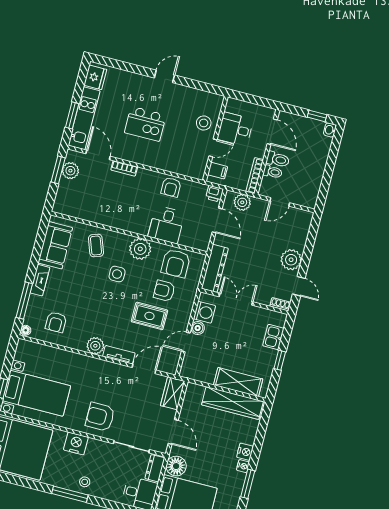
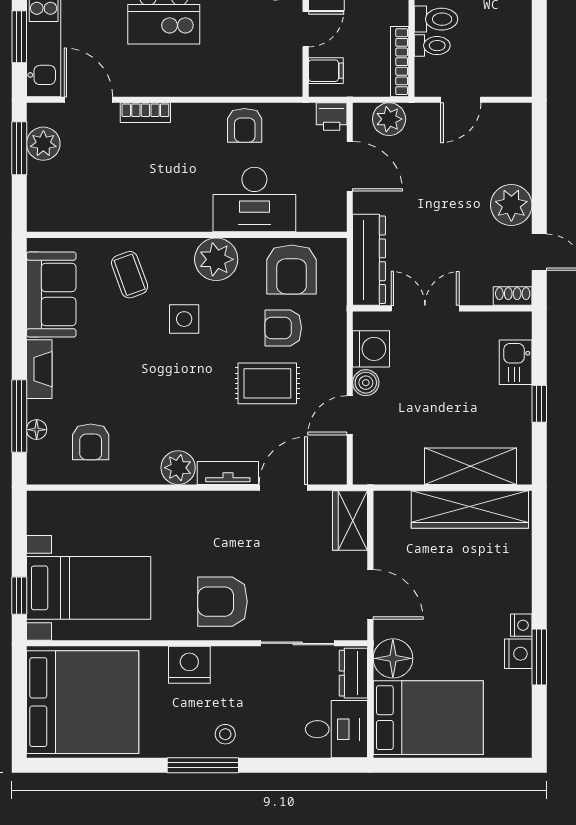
desk: (166, 225) -> (254, 200), width x1.37
floor lamp: (26, 330) -> (37, 430), moved
nightstand: (245, 452) -> (518, 654), moved

